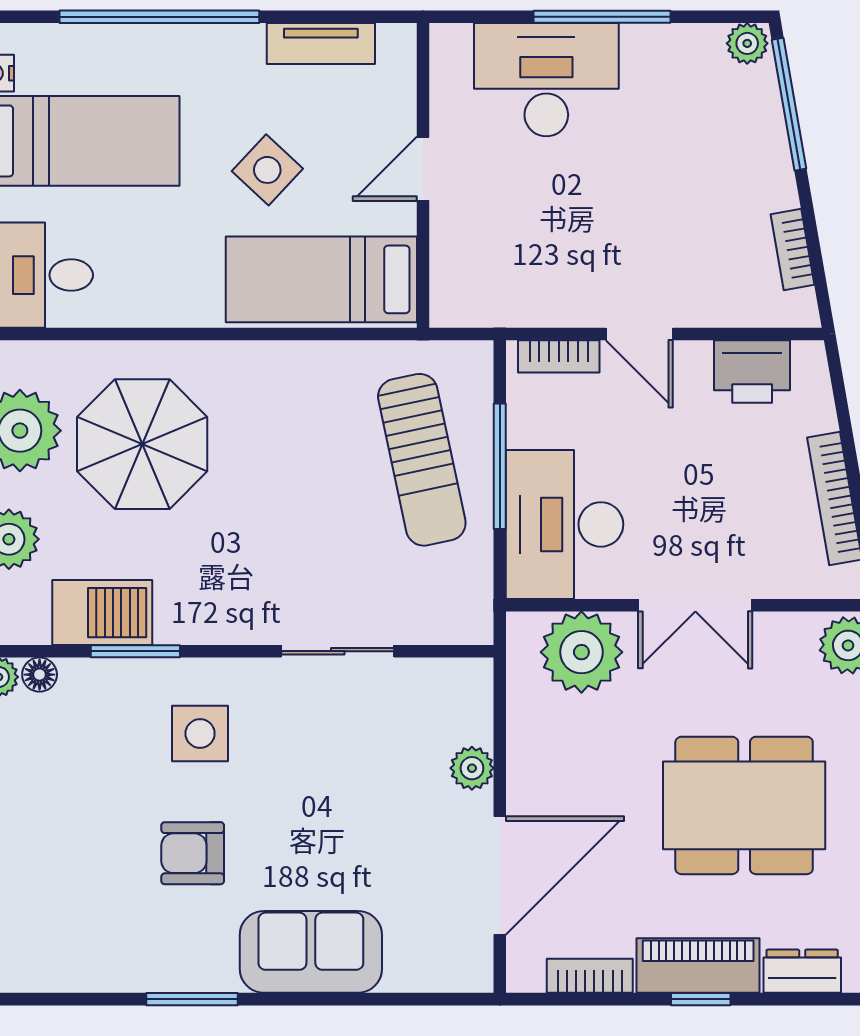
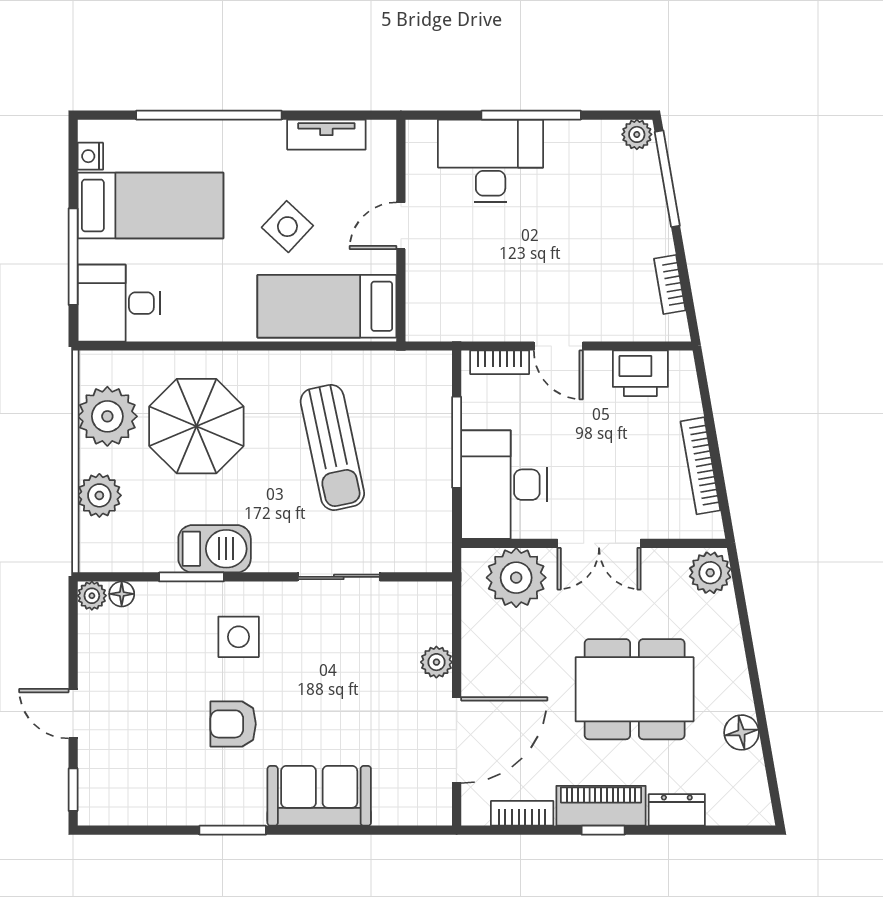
sun lounger: (422, 460) -> (332, 447), moved
barbecue: (102, 613) -> (215, 549), moved

